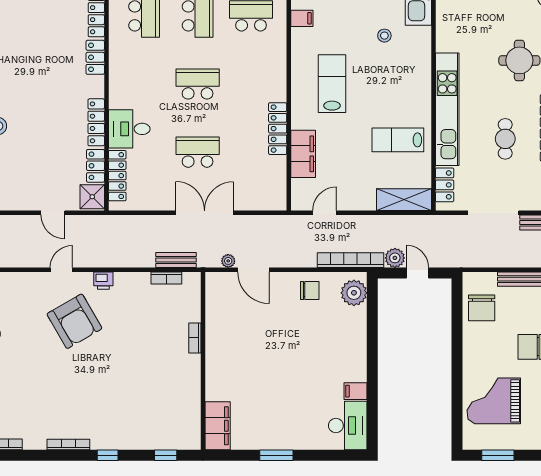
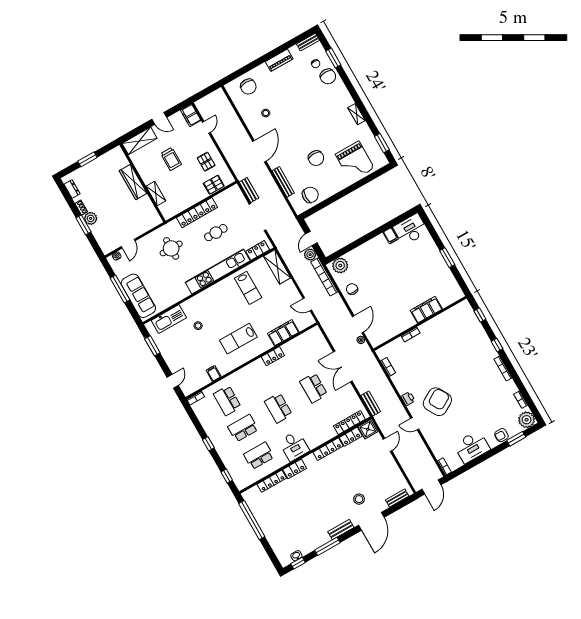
desk: (129, 129) -> (294, 446), moved
locker: (278, 129) -> (273, 356), width x0.66
bench: (176, 260) -> (371, 404), moved
filing cabinet: (218, 426) -> (426, 310), moved

